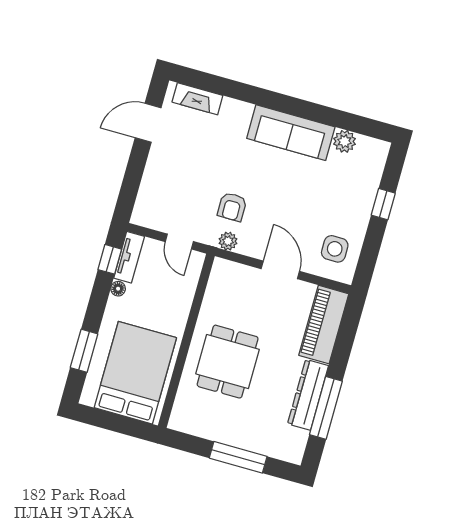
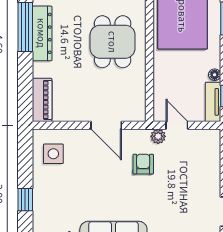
plant: (228, 241) -> (158, 136), moved
door: (280, 270) -> (106, 125), moved
piano: (324, 325) -> (42, 100), width x0.73, depth x0.75

